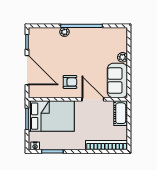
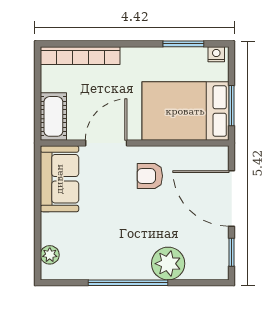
plant: (64, 32) -> (168, 264), width x1.88, depth x1.88
plant: (123, 57) -> (50, 255), moved
door: (93, 99) -> (106, 143), swing flipped

